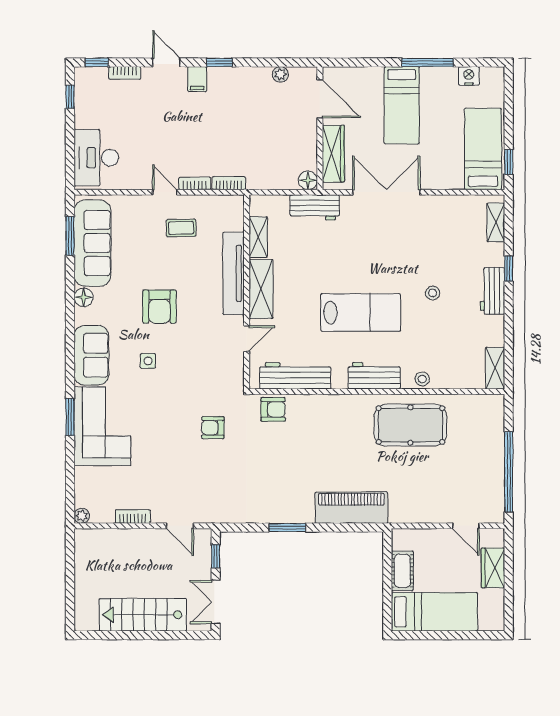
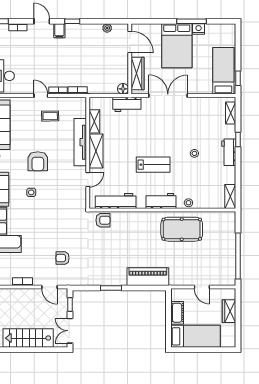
nightstand: (469, 76) -> (199, 29), moved
bed: (402, 105) -> (177, 46), width x1.50
lab bench: (361, 313) -> (153, 165), width x0.73, depth x0.72
armchair: (213, 428) -> (63, 258), moved
door: (466, 526) -> (202, 287), moved

